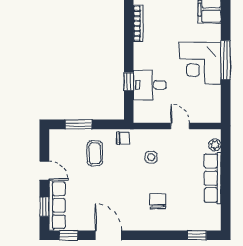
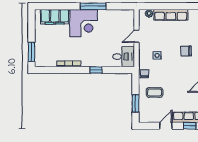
corner desk: (200, 63) -> (84, 23), moved
window: (129, 82) -> (96, 70), moved
desk: (150, 85) -> (124, 57), moved, turned -90

